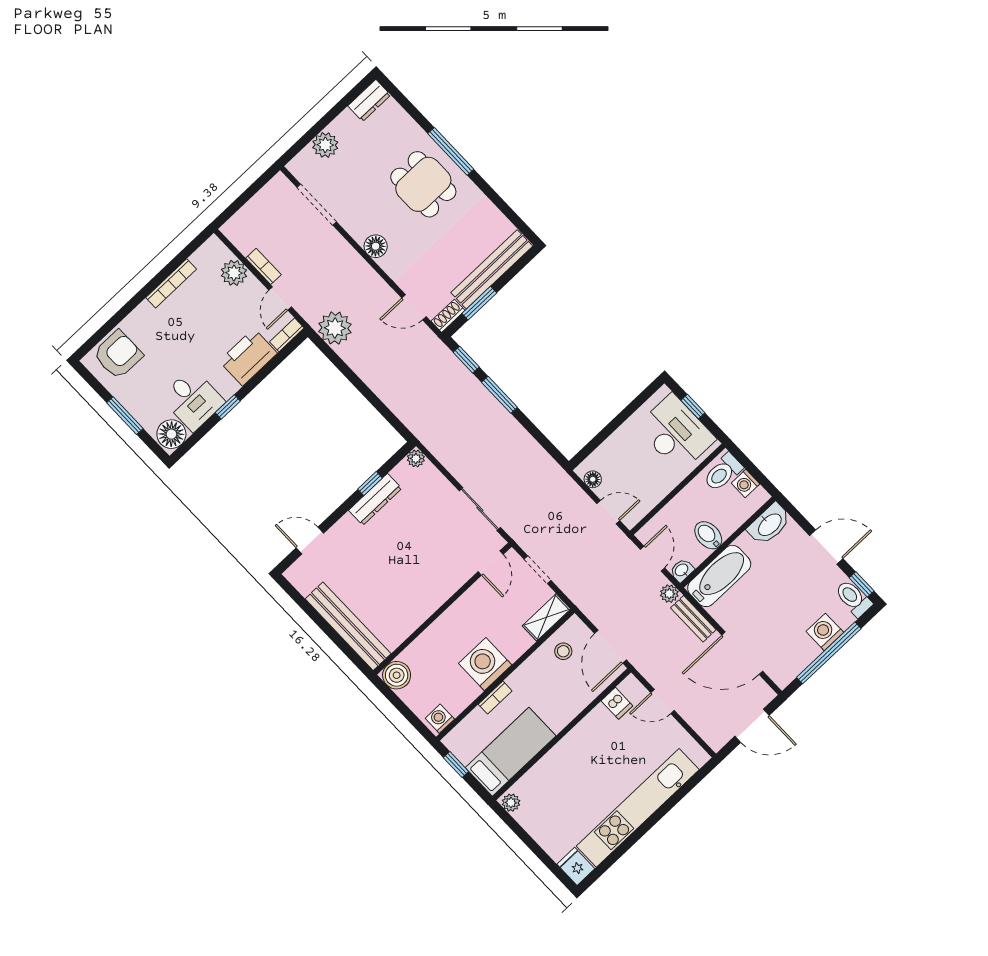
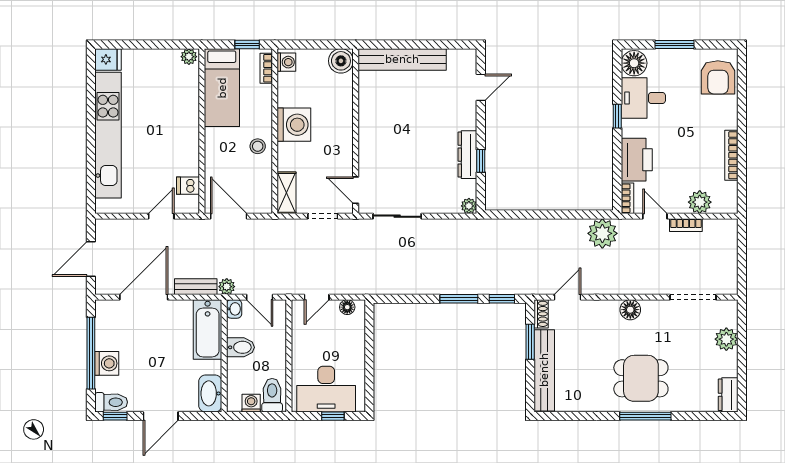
stool: (563, 651) -> (258, 146), moved
bookcase: (495, 698) -> (266, 68), moved

